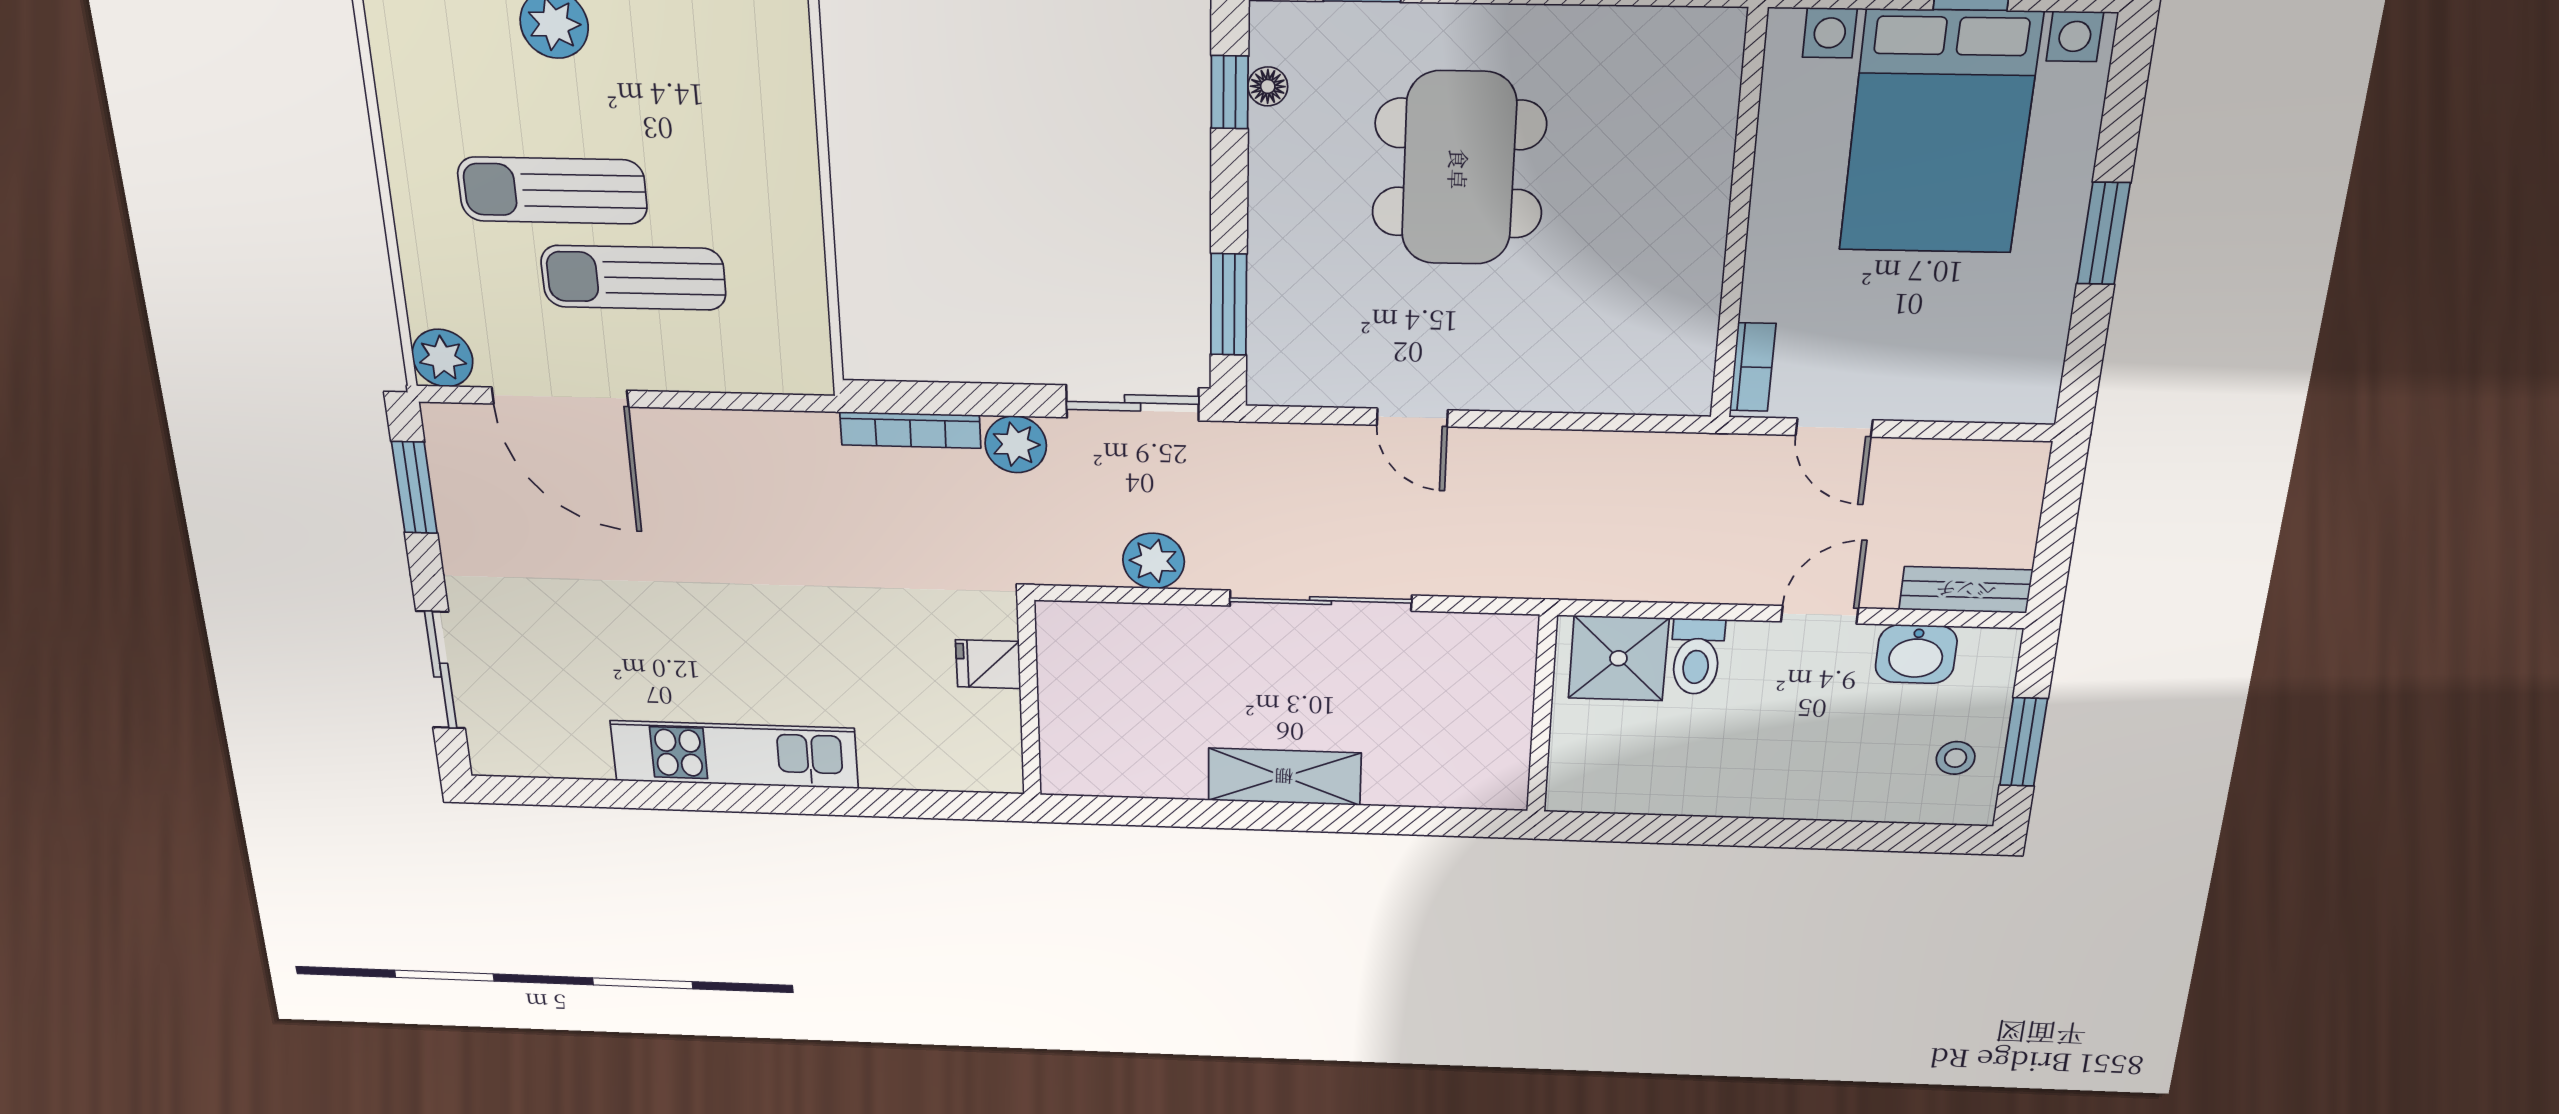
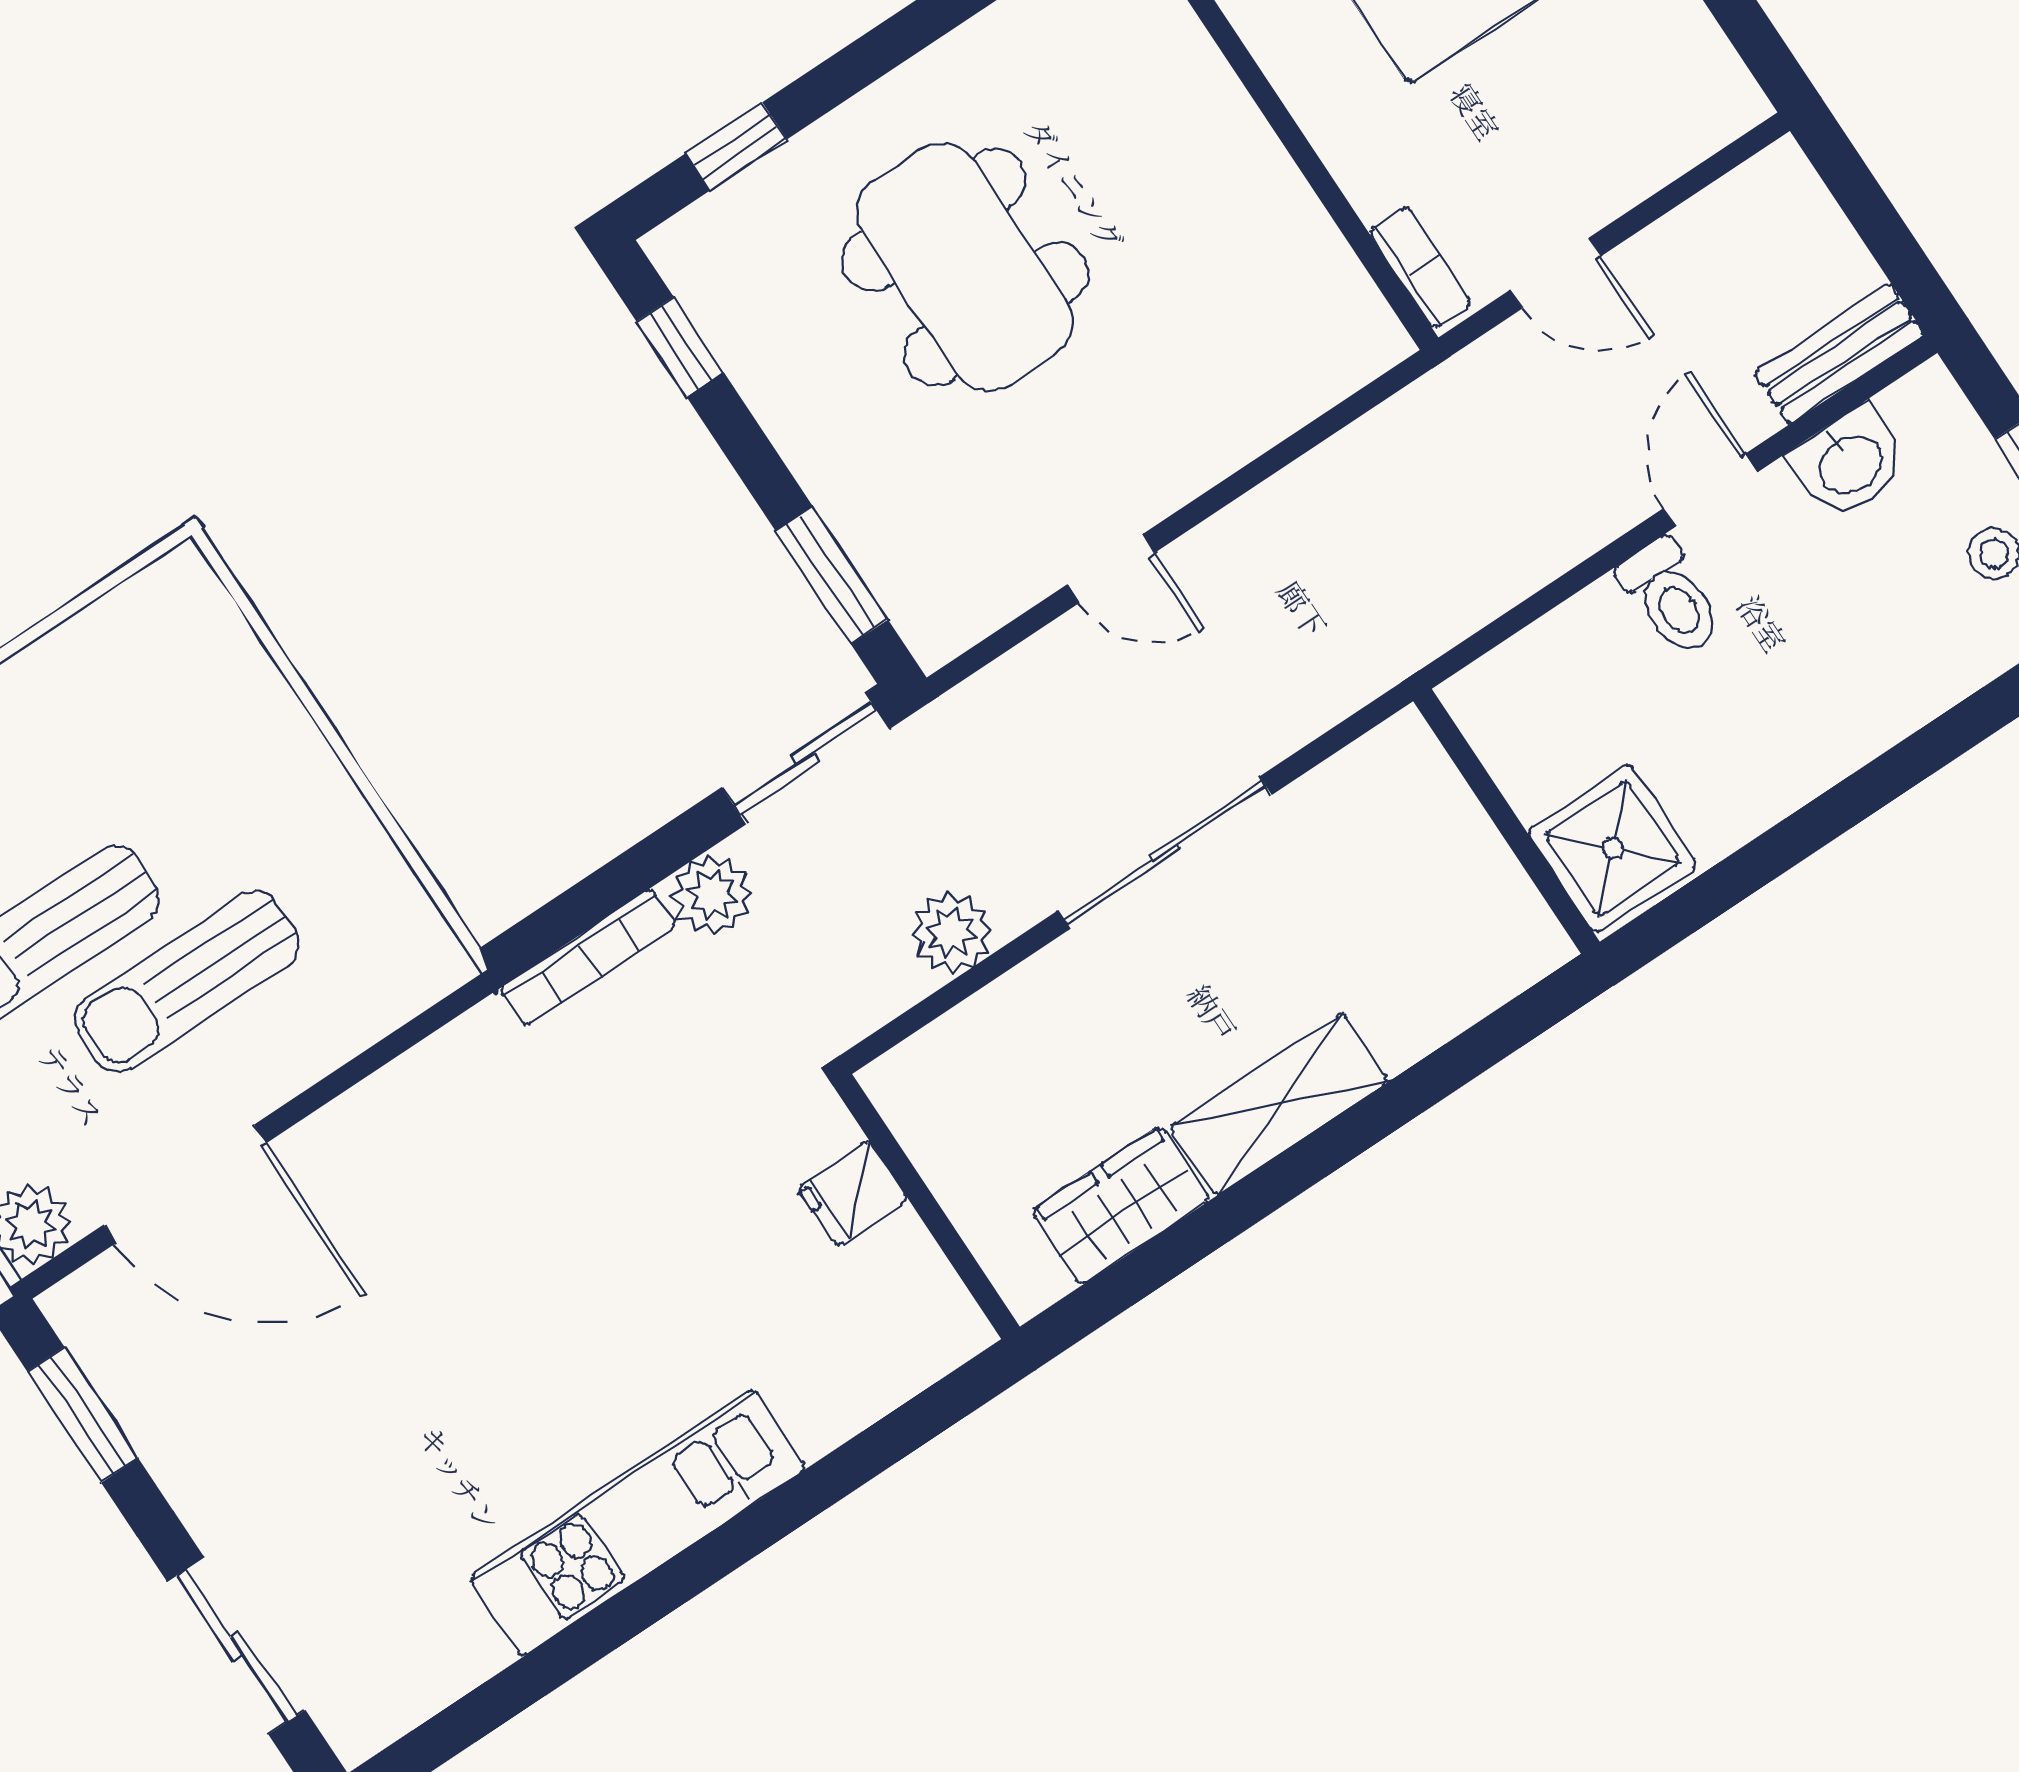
floor lamp: (1268, 86) -> (714, 315), removed
toilet: (1697, 657) -> (1671, 597), moved
shower: (1618, 658) -> (1612, 848), moved
wardrobe: (1148, 770) -> (1121, 1206), added

